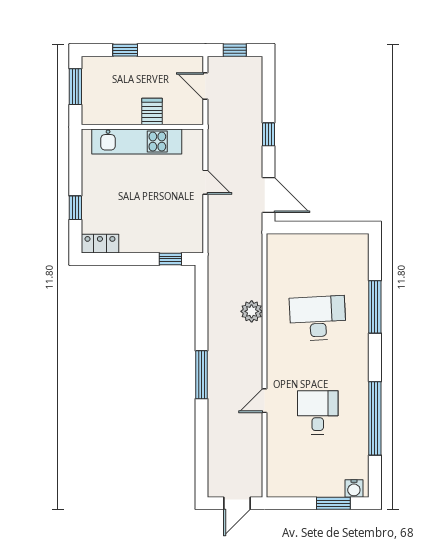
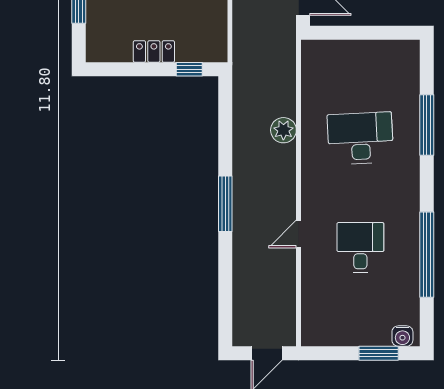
locker: (100, 244) -> (154, 51), moved

